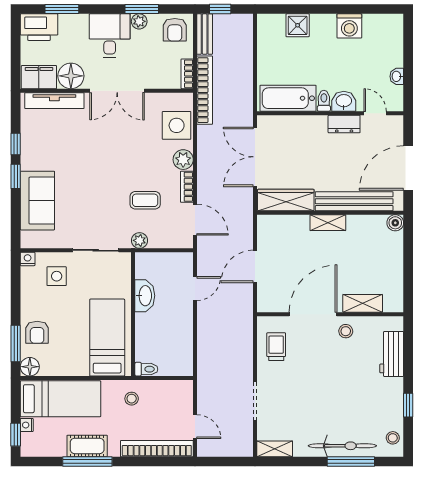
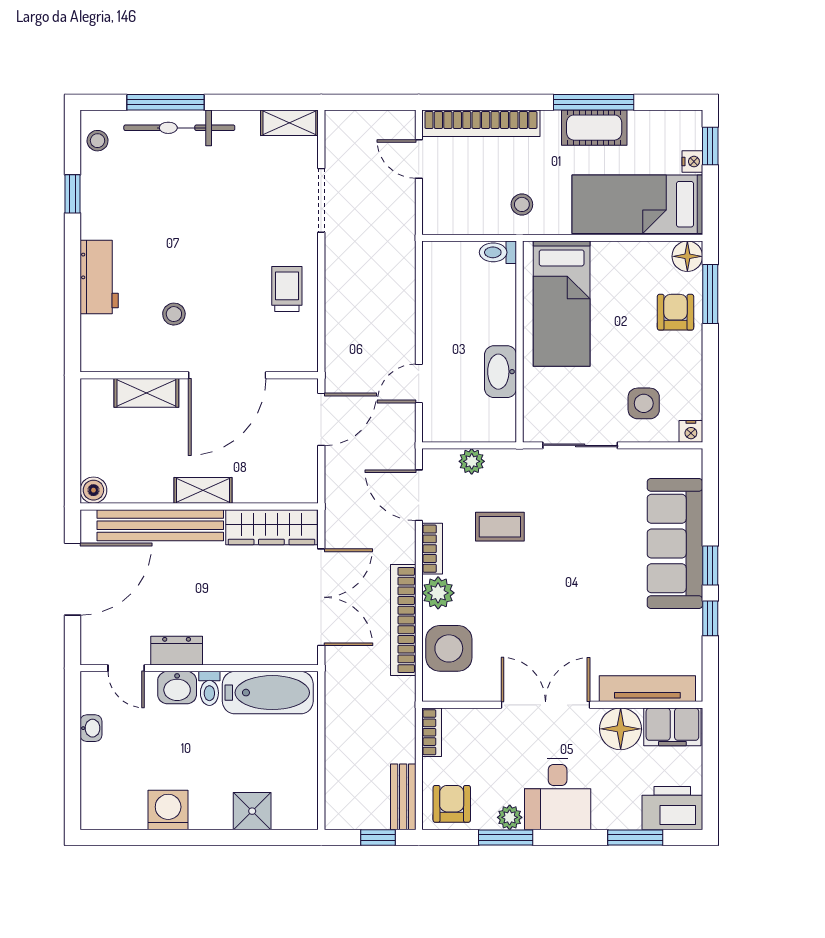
bookcase: (205, 90) -> (403, 620), moved
sofa: (37, 201) -> (675, 544), width x1.36
plant: (140, 240) -> (472, 461), moved
shelving: (363, 303) -> (146, 393), moved
door: (313, 314) -> (227, 375), moved
wall: (330, 314) -> (199, 375), moved
trolley: (276, 347) -> (287, 289), turned 180

